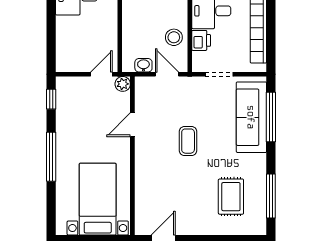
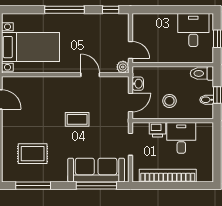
stool: (174, 37) -> (169, 101), moved

